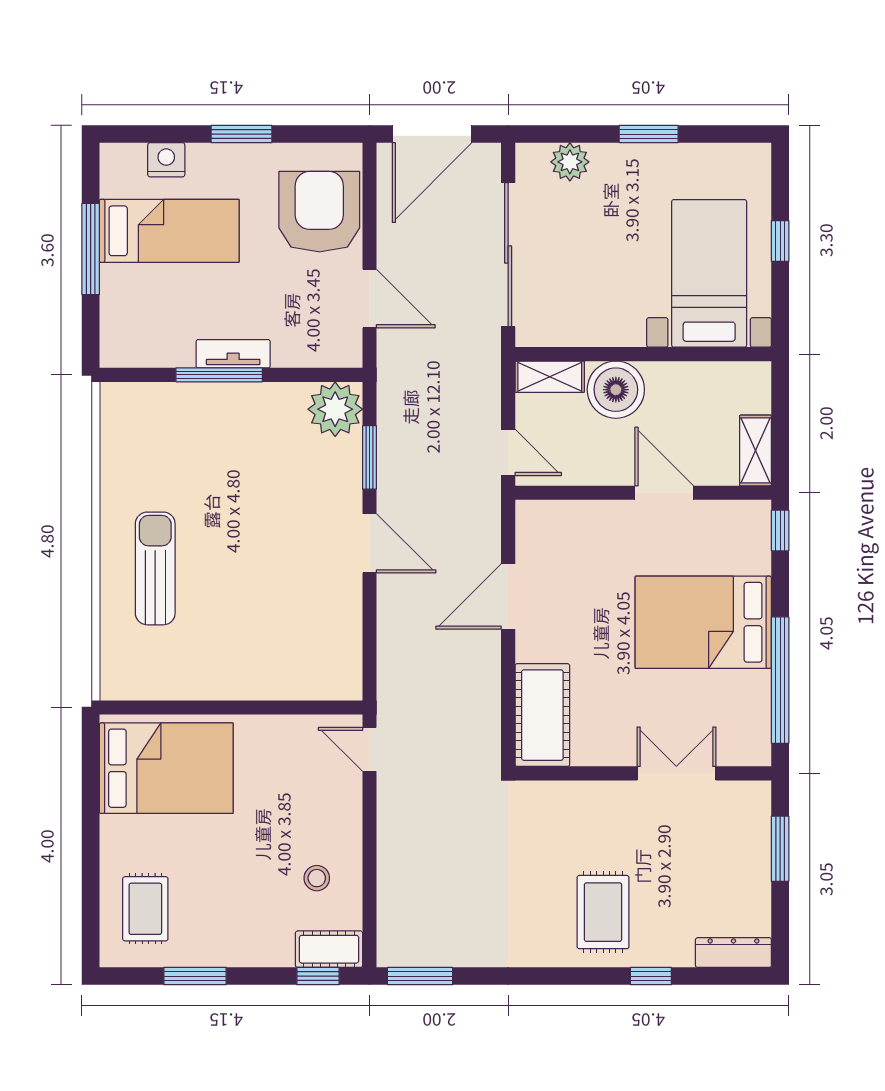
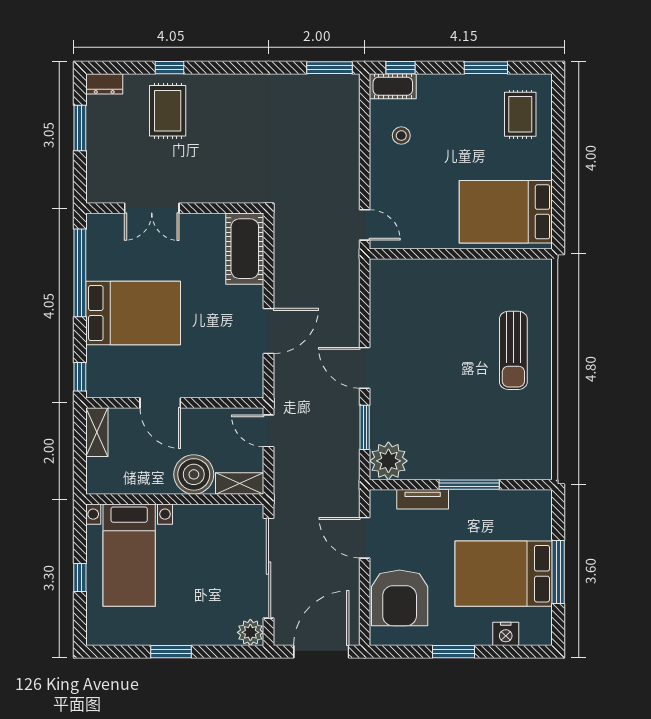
plant: (570, 162) -> (250, 632), moved
bed: (169, 231) -> (504, 574), width x1.50
tv unit: (233, 354) -> (423, 499), moved
window: (780, 849) -> (80, 128), moved
rug: (603, 912) -> (168, 111), moved
dresser: (733, 953) -> (104, 84), width x0.70

